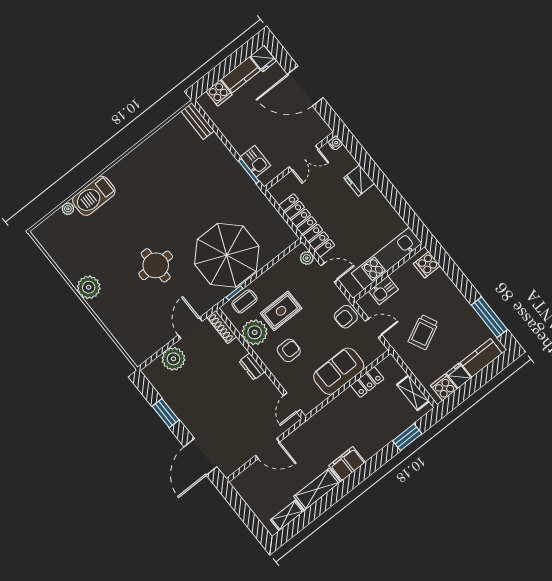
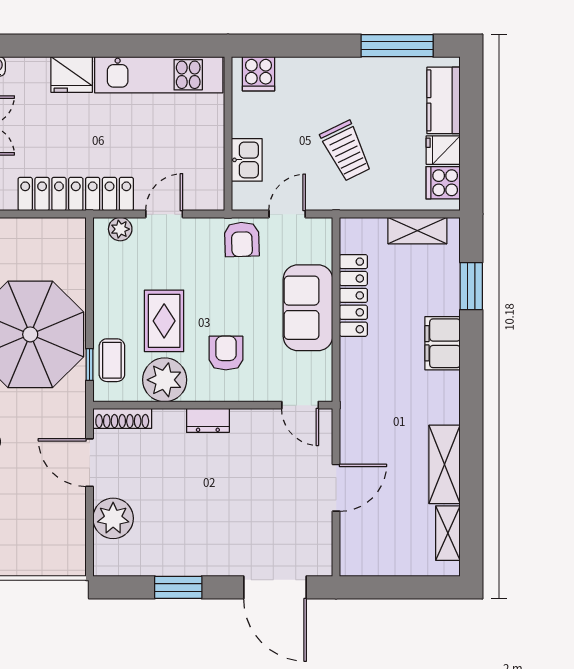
kitchen unit: (387, 258) -> (159, 75), moved, turned -90
locker: (367, 382) -> (353, 295), width x1.53
filing cabinet: (347, 464) -> (442, 343), moved

